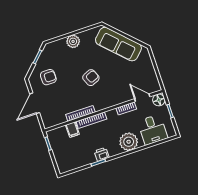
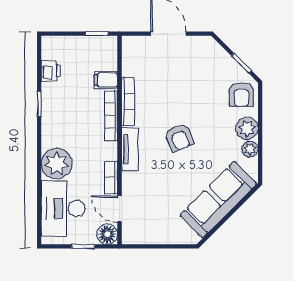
plant: (84, 36) -> (250, 149), added
armchair: (48, 77) -> (241, 94), moved
door: (142, 98) -> (119, 209), swing flipped
tv unit: (107, 103) -> (130, 149), added
desk: (153, 130) -> (63, 208), width x1.37
printer: (102, 154) -> (51, 71), moved

